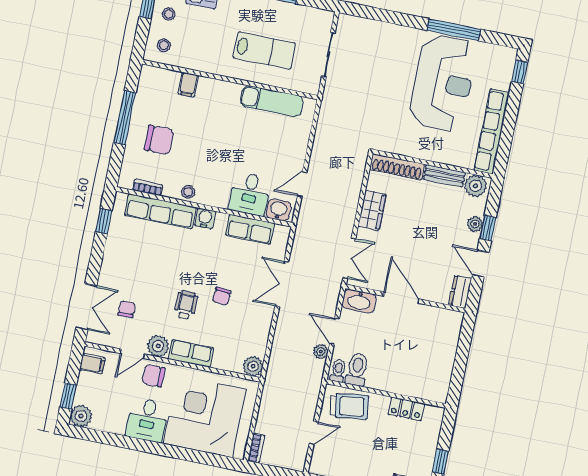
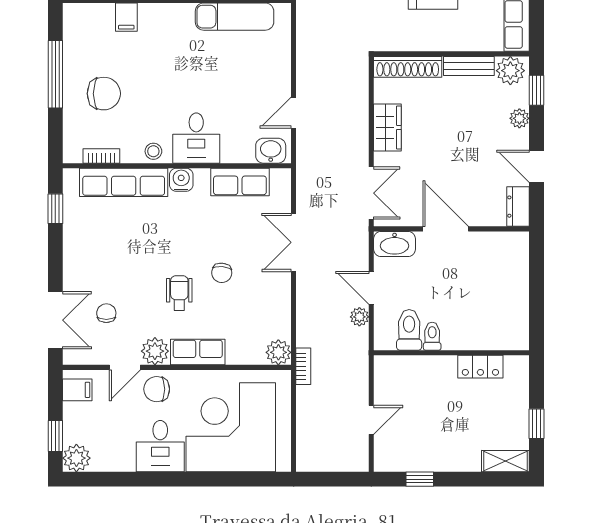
desk: (250, 194) -> (196, 138), moved
window: (488, 228) -> (537, 90), moved
toilet: (338, 371) -> (432, 336), moved
trolley: (349, 406) -> (409, 378), removed
bookcase: (256, 448) -> (303, 366), moved

